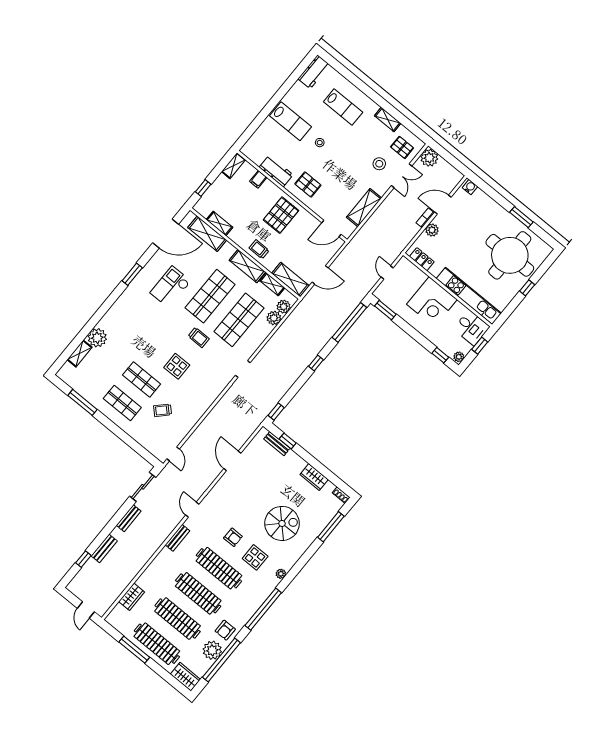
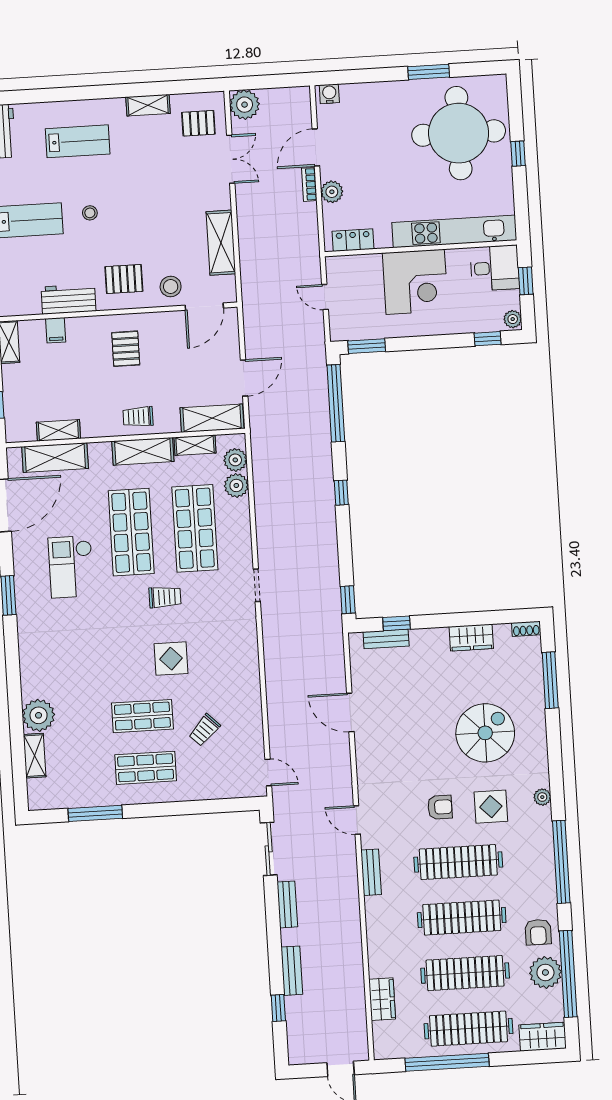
stool: (379, 164) -> (171, 286), moved
pallet: (281, 215) -> (126, 349), width x0.67, depth x0.71
window: (134, 650) -> (447, 1062), width x1.46

